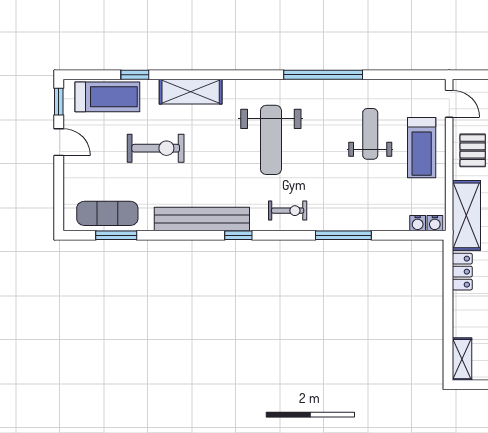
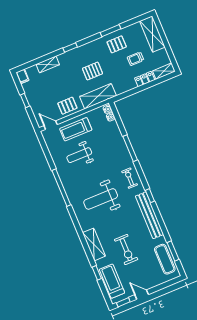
door: (449, 104) -> (51, 125), hinge flipped
weight bench: (271, 140) -> (101, 199), turned 180
door: (59, 142) -> (142, 295), hinge flipped
exercise bike: (156, 148) -> (126, 250), turned 180
treadmill: (422, 148) -> (76, 129), turned 180
locker: (462, 272) -> (145, 79), moved

